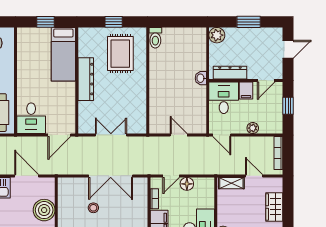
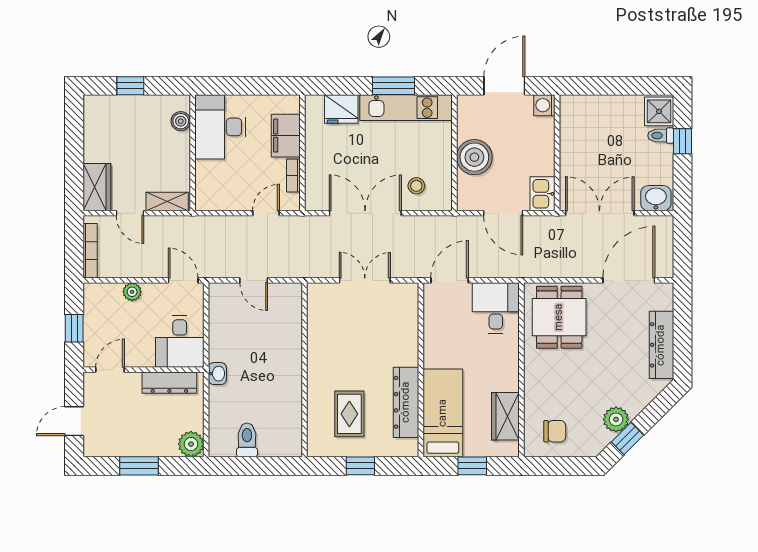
toilet: (155, 38) -> (247, 440), moved
wardrobe: (25, 52) -> (505, 416), added
rug: (120, 54) -> (349, 414), width x0.73, depth x0.70
dresser: (86, 79) -> (406, 402), moved
filing cabinet: (246, 91) -> (143, 353), removed
double door: (111, 135) -> (365, 280), swing flipped
floor lamp: (187, 184) -> (240, 200), removed
wardrobe: (274, 207) -> (97, 187), moved
stool: (93, 208) -> (416, 186), moved

